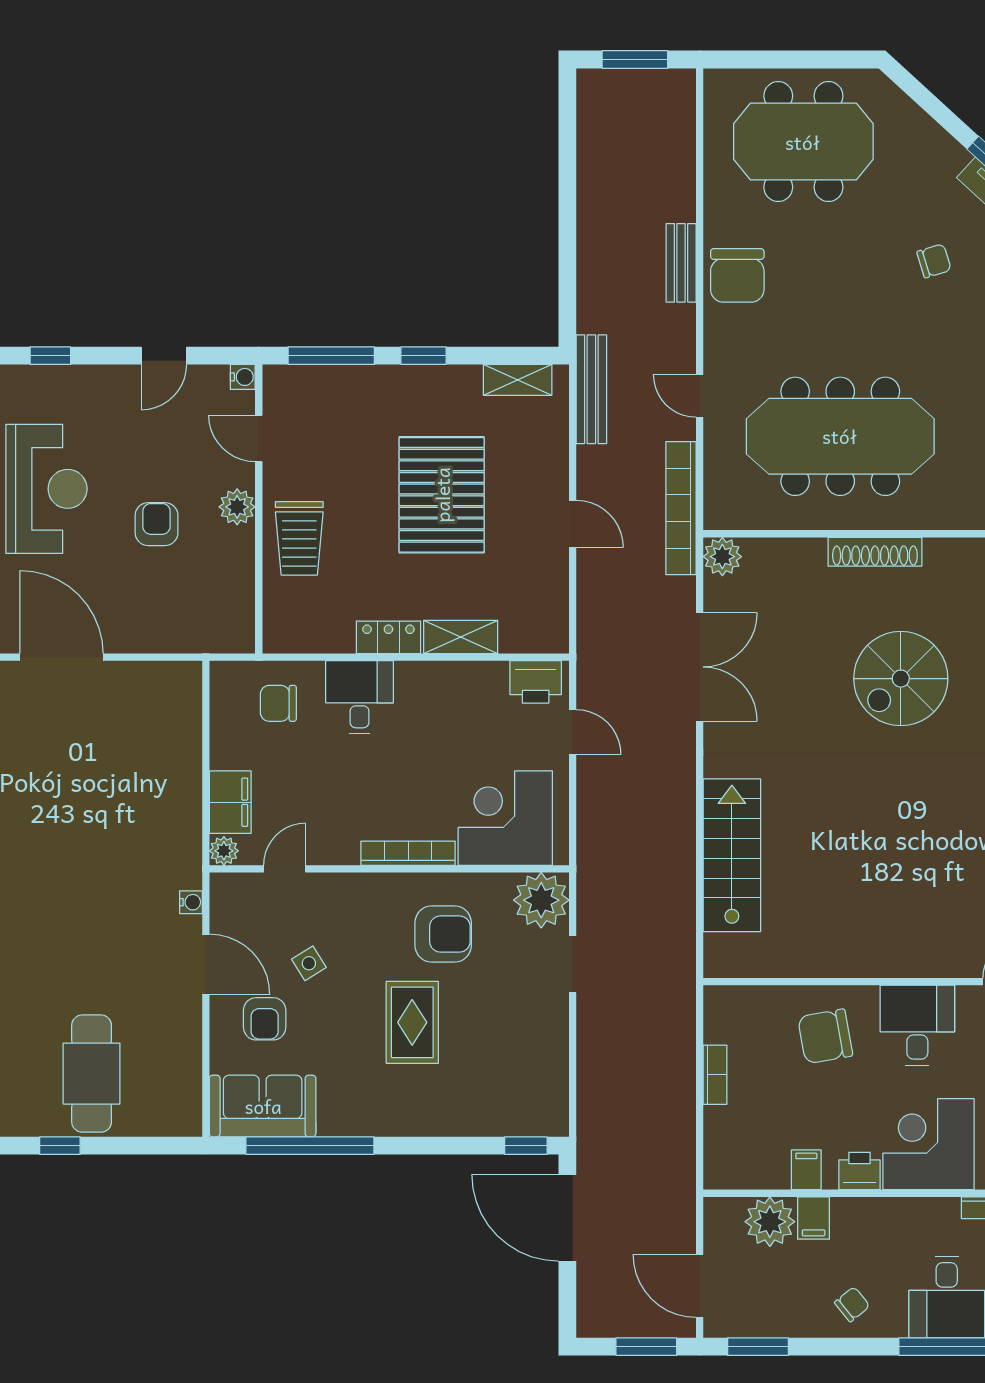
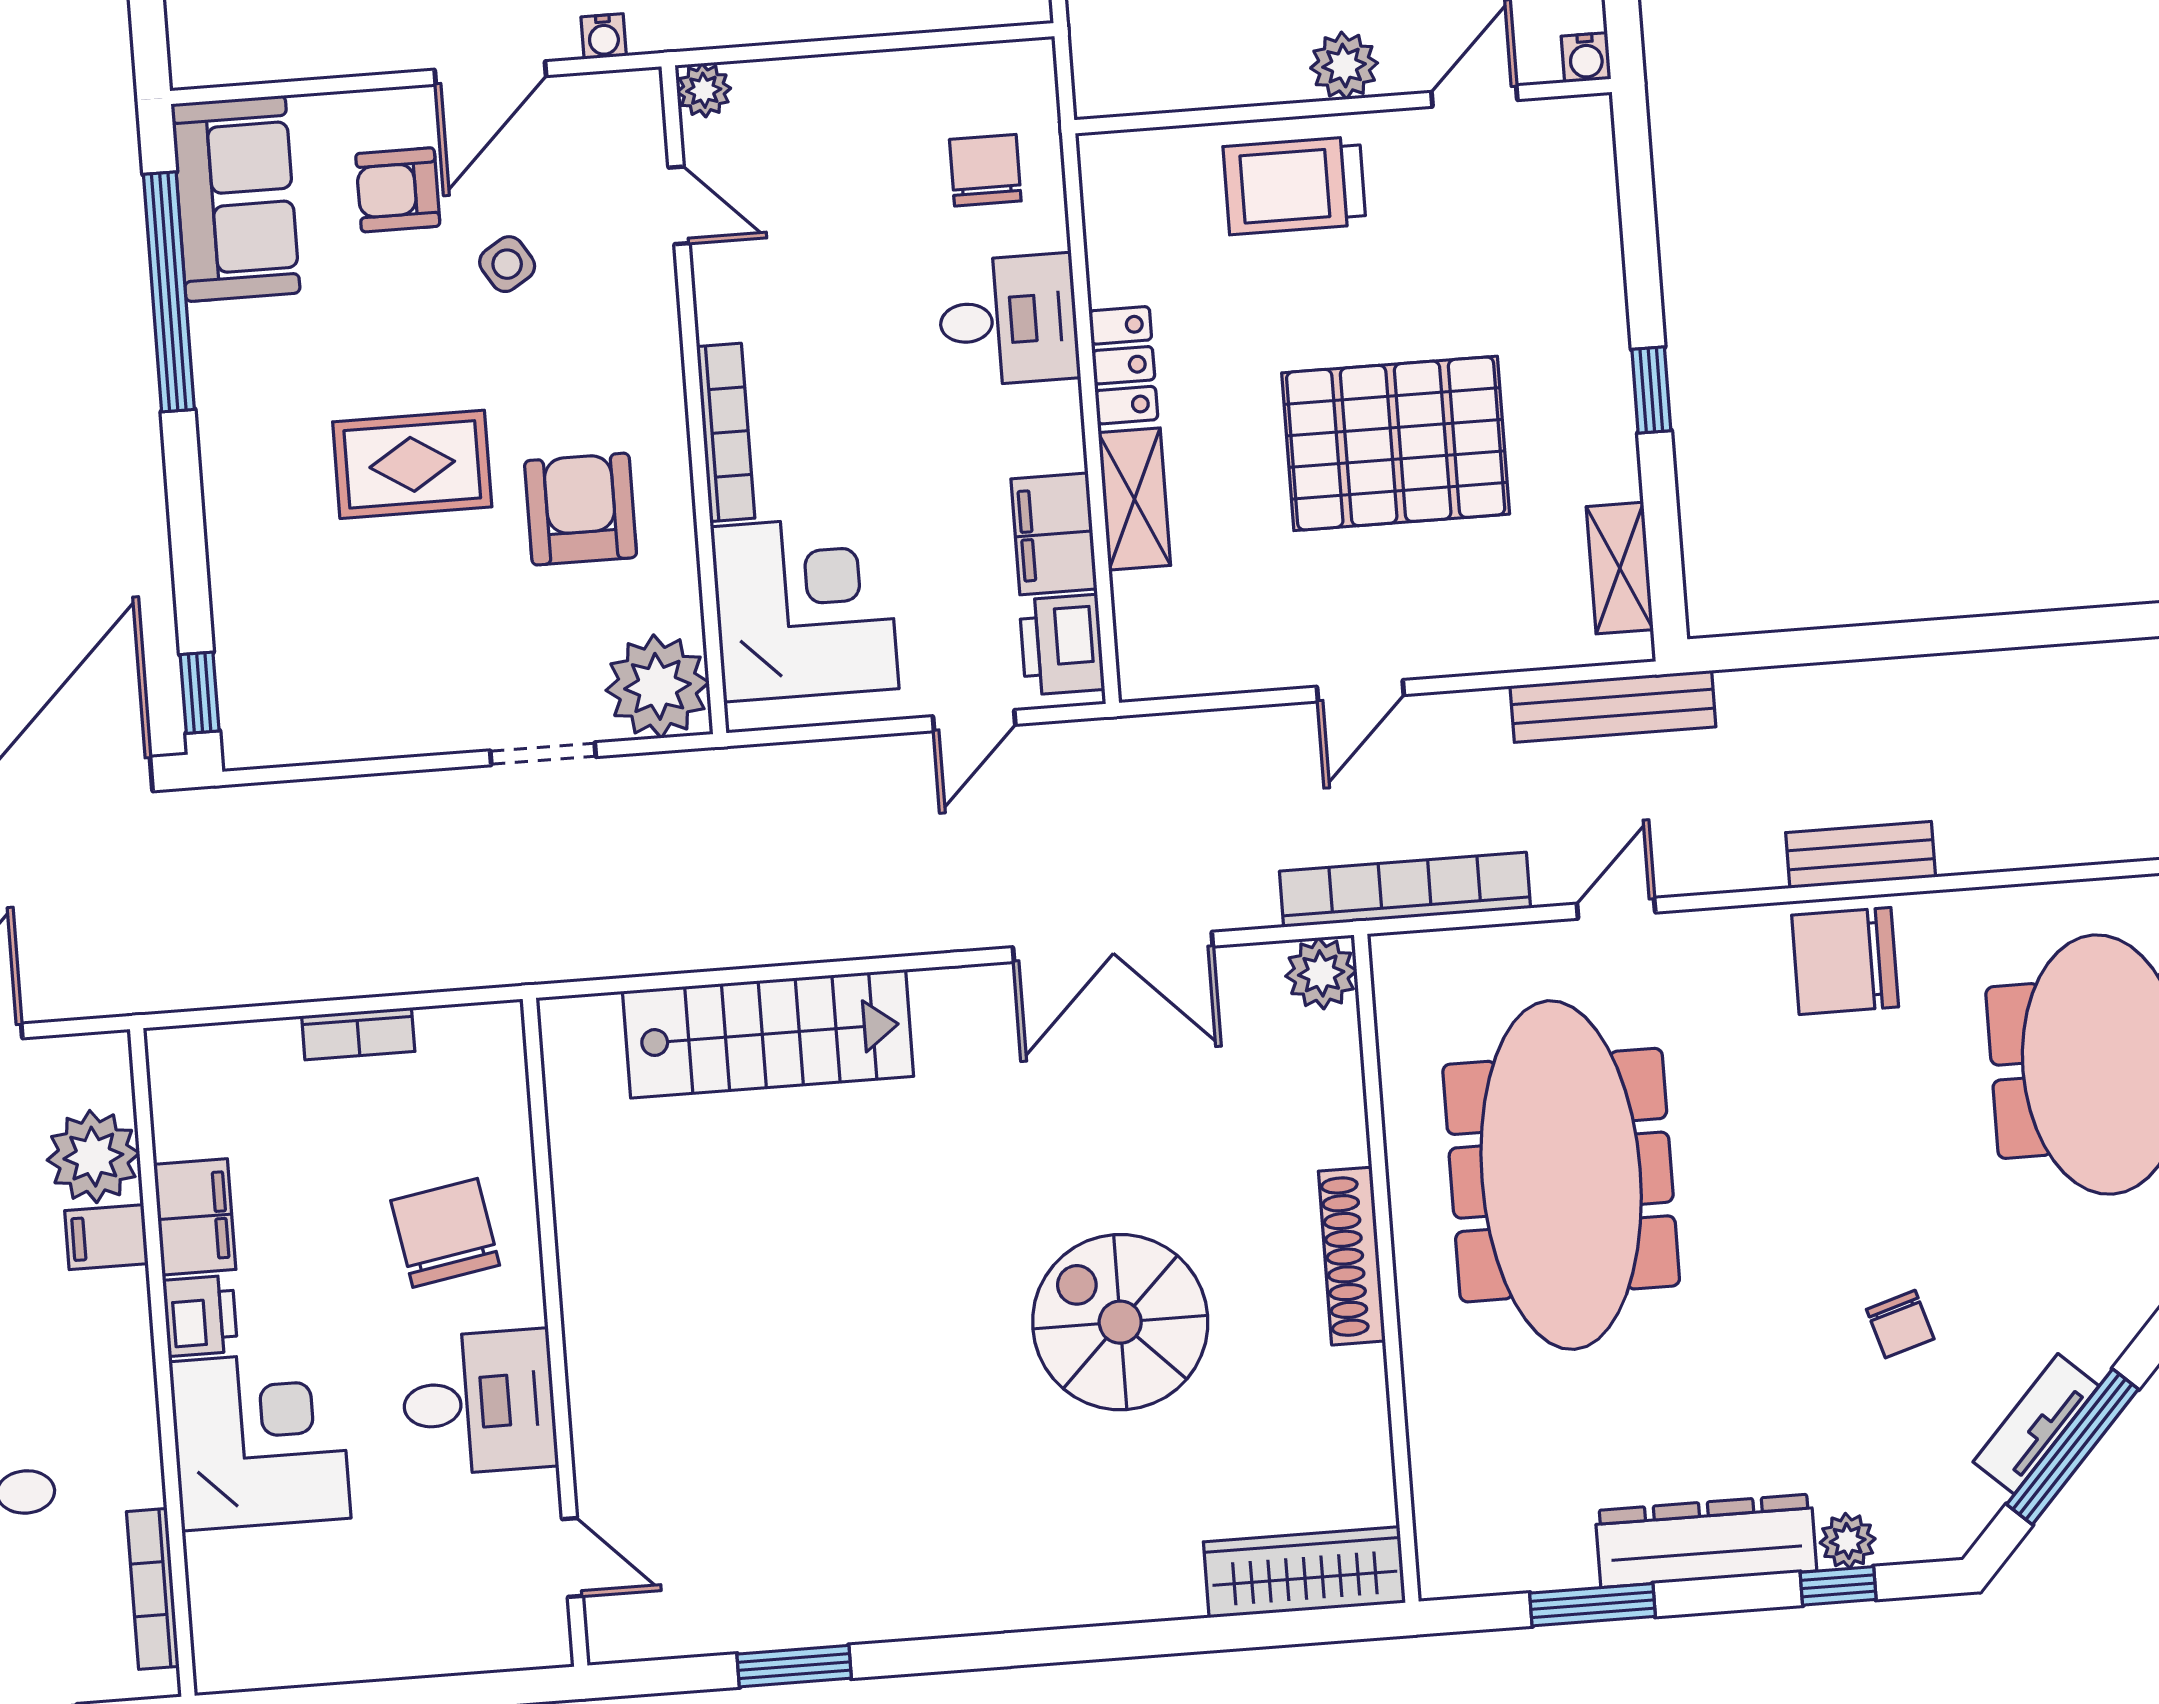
window: (331, 356) -> (1638, 219), removed
filing cabinet: (230, 802) -> (1054, 534), moved, turned 90
armchair: (443, 934) -> (581, 509), turned 180
filing cabinet: (806, 1170) -> (195, 1217), width x2.00

